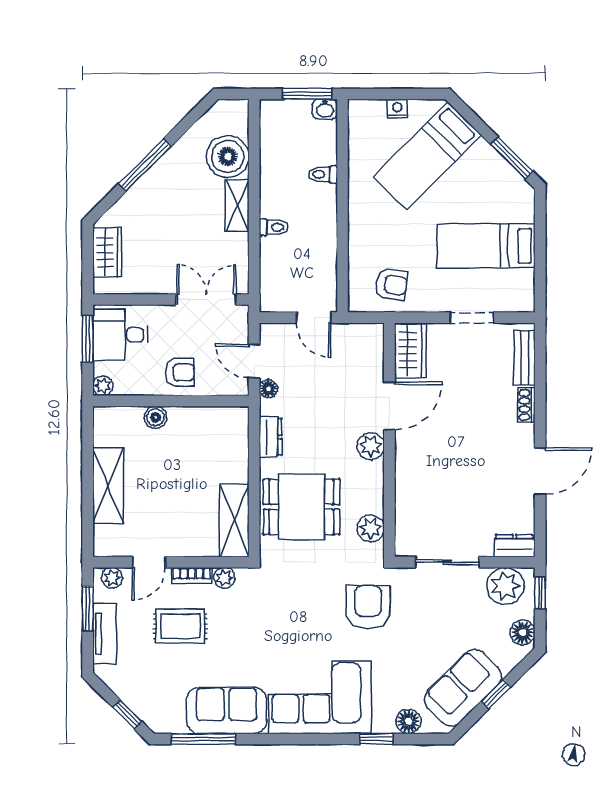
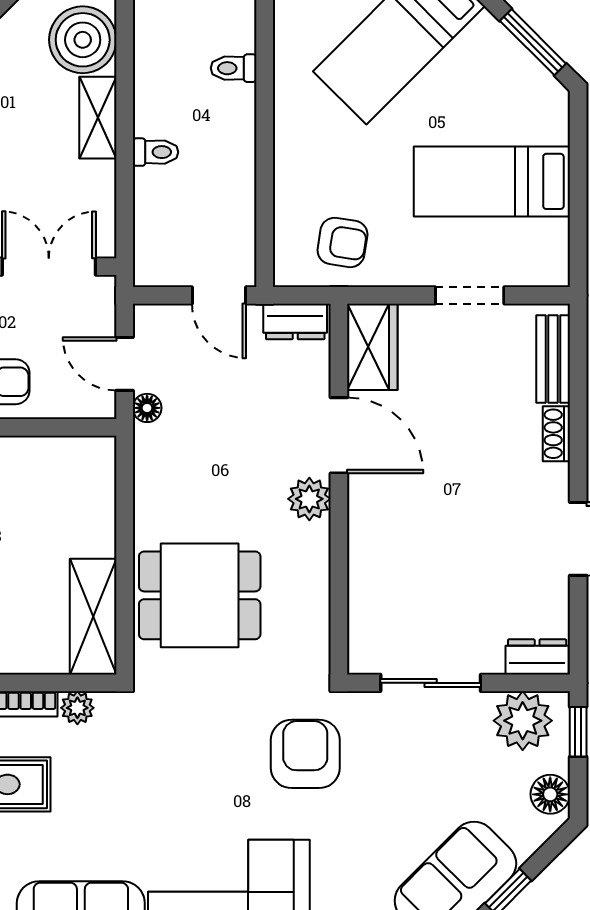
door: (389, 406) -> (339, 435), hinge flipped
dresser: (271, 437) -> (295, 322), moved, turned 90
plant: (371, 528) -> (309, 629), removed

